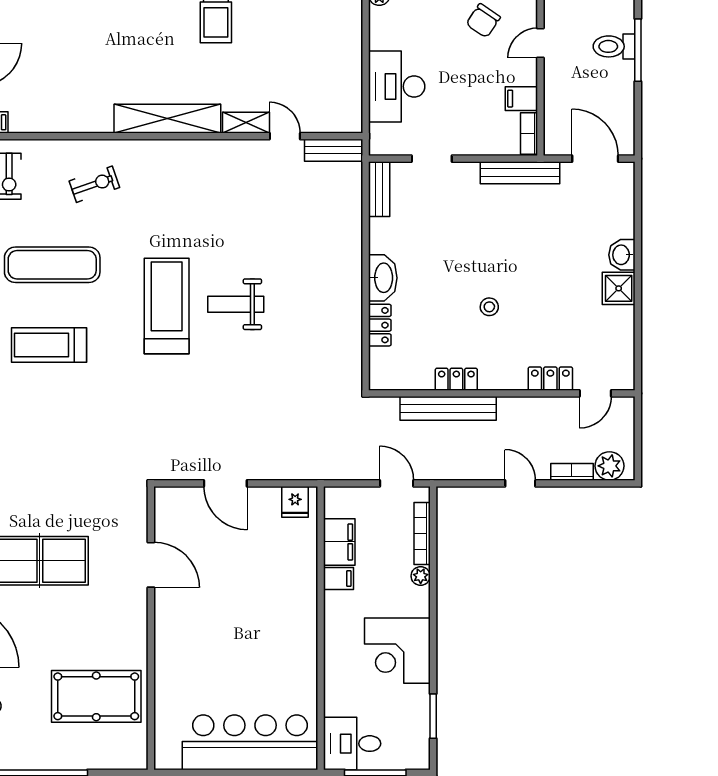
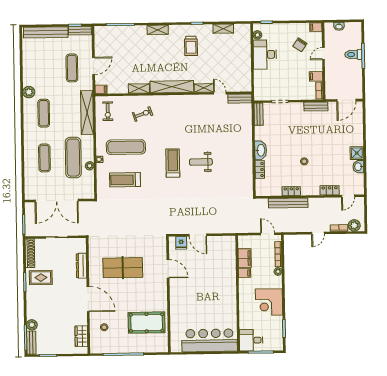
desk: (397, 86) -> (265, 55), moved
shelving: (87, 122) -> (139, 88), added
door: (595, 159) -> (346, 100), swing flipped
bench: (520, 173) -> (316, 107), width x0.73
washbasin: (622, 255) -> (358, 167), moved
treadmill: (167, 306) -> (173, 163), width x0.73, depth x0.73
door: (520, 483) -> (318, 233), swing flipped
fridge: (295, 502) -> (181, 243), moved

